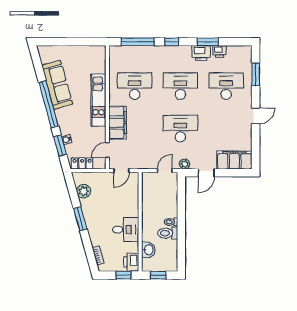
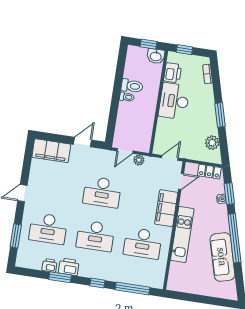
plant: (185, 164) -> (139, 160), moved
desk: (126, 229) -> (174, 101), width x1.37
washbasin: (148, 250) -> (156, 56), moved, turned -90
printer: (131, 262) -> (173, 73), moved

